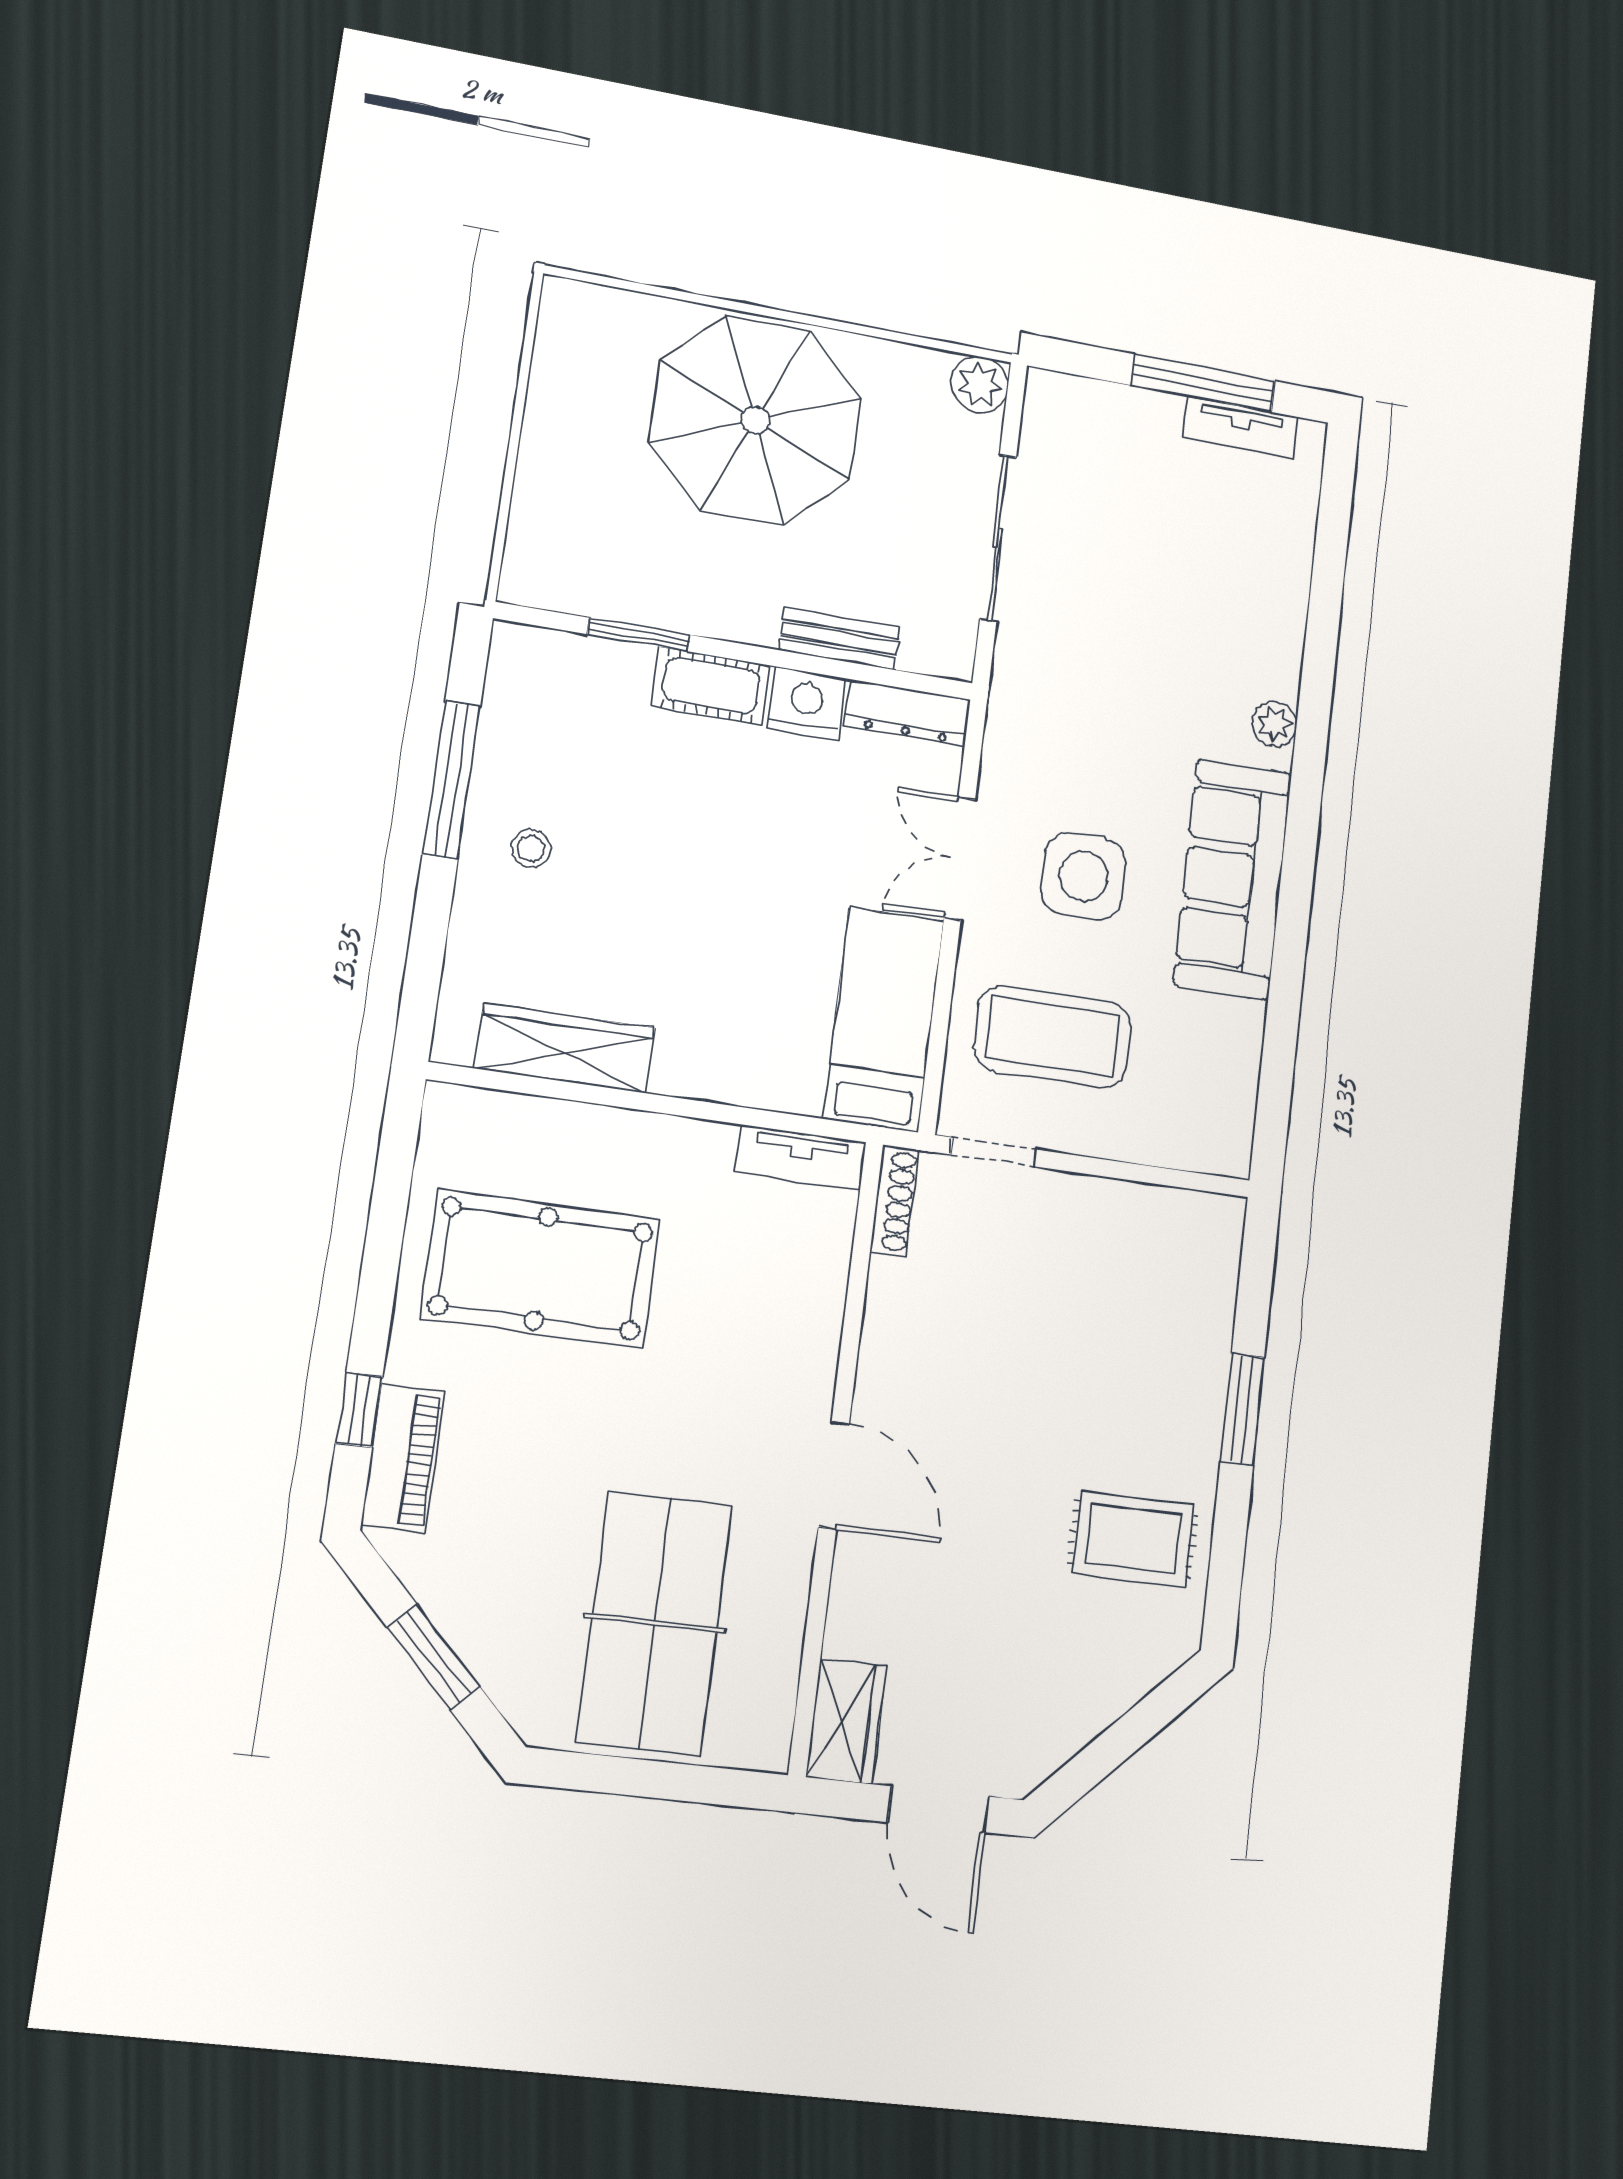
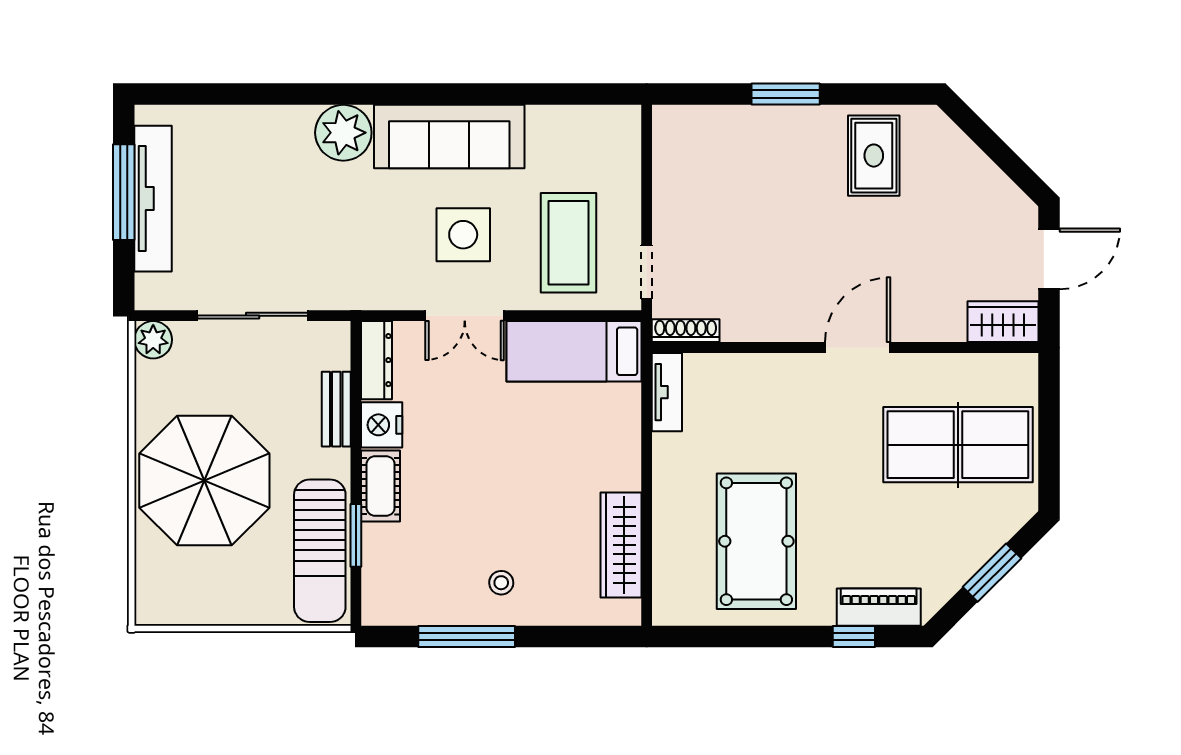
tv unit: (1241, 427) -> (153, 199), width x1.92, depth x1.29
sun lounger: (622, 575) -> (320, 551), added
plant: (1275, 724) -> (343, 133), width x1.87, depth x1.87

